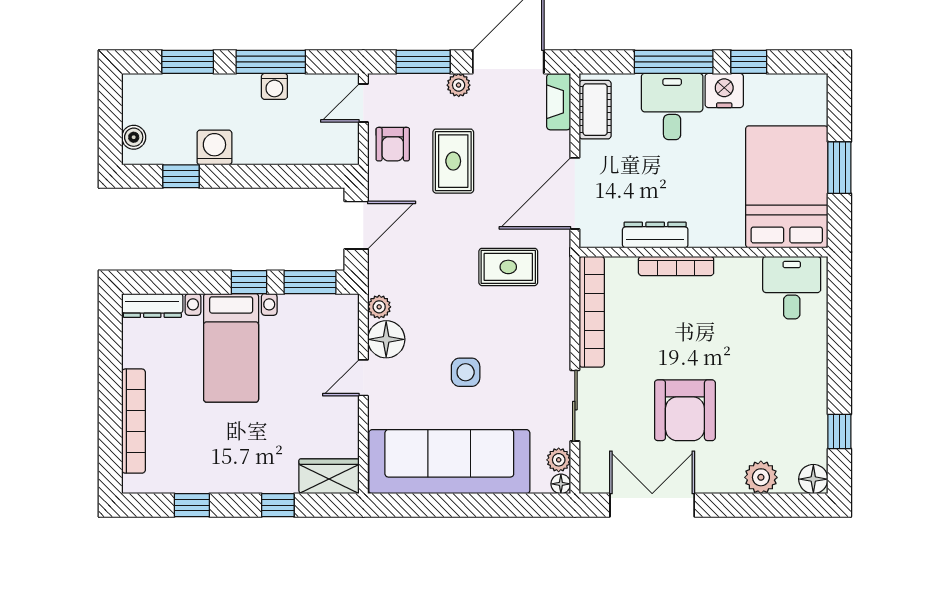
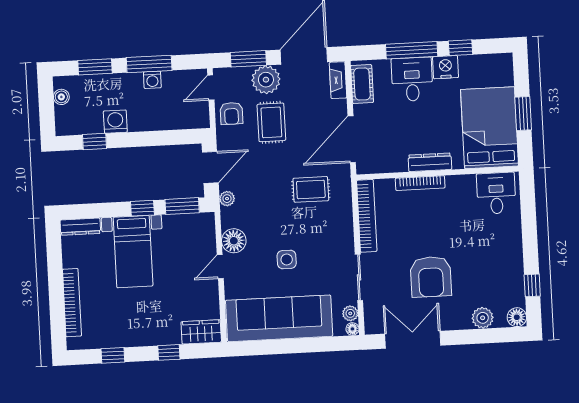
plant: (459, 85) -> (266, 80), width x1.88, depth x1.88
boiler: (134, 137) -> (61, 97), moved
dresser: (655, 235) -> (430, 162), moved
plant: (379, 307) -> (227, 199), moved

